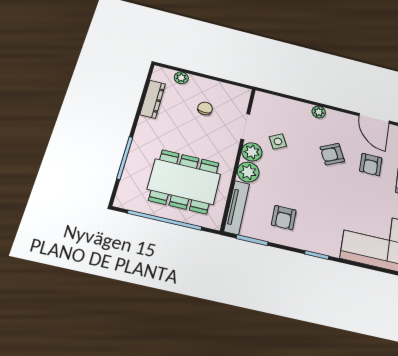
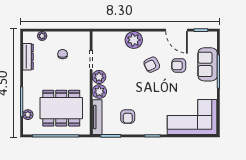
plant: (319, 112) -> (134, 40), width x1.87, depth x1.87
side table: (278, 141) -> (114, 65), removed
armchair: (371, 165) -> (179, 65), turned 90
plant: (129, 178) -> (28, 115), added

